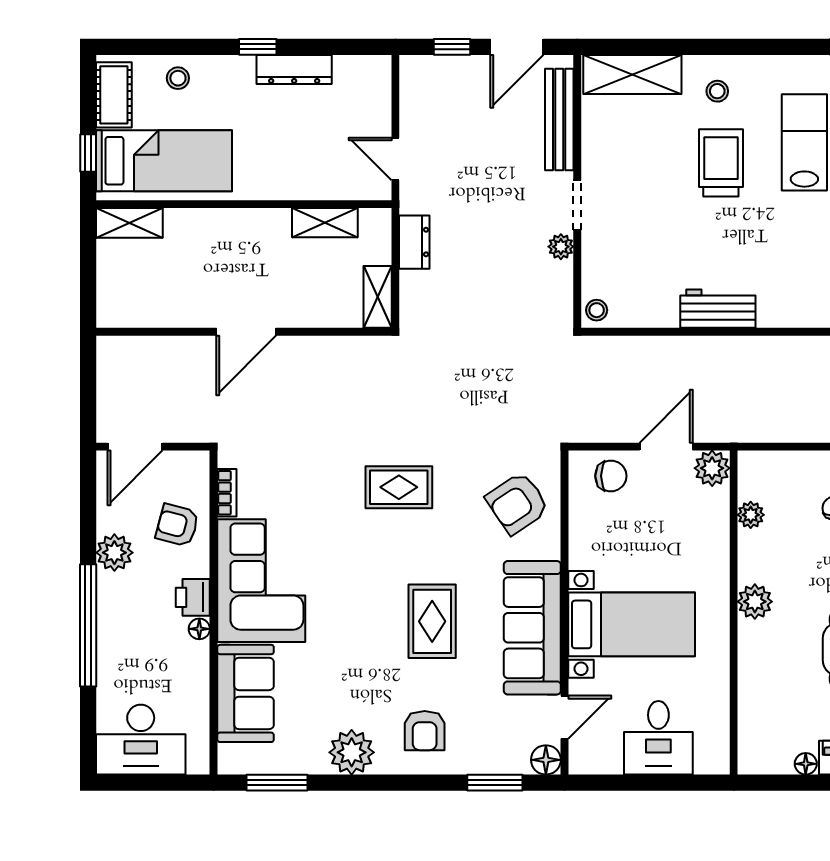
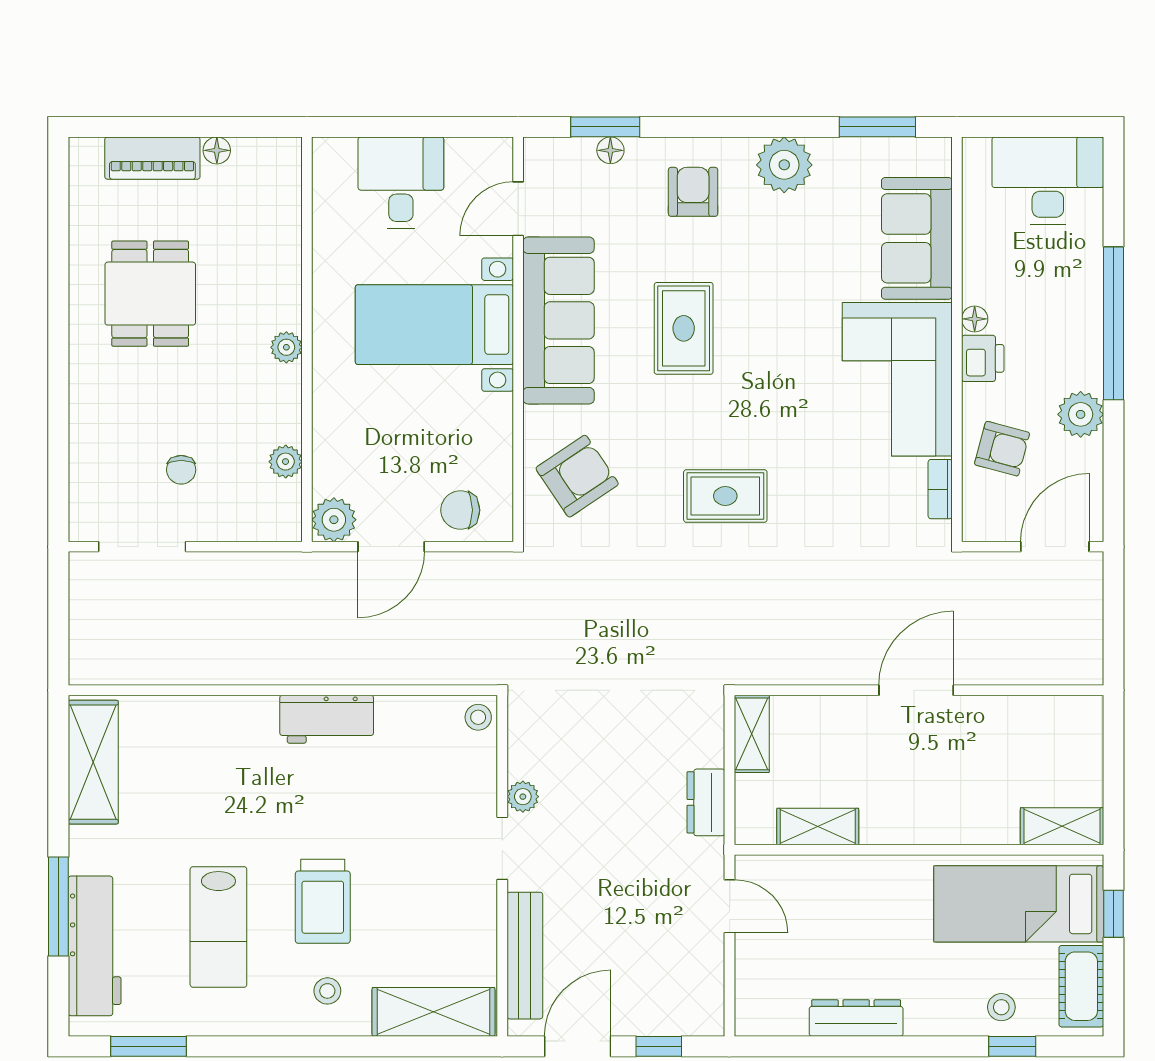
window: (258, 47) -> (1012, 1046), moved
plant: (755, 602) -> (286, 347), width x0.73, depth x0.73
floor lamp: (546, 760) -> (610, 150), moved, width x0.73, depth x0.73

